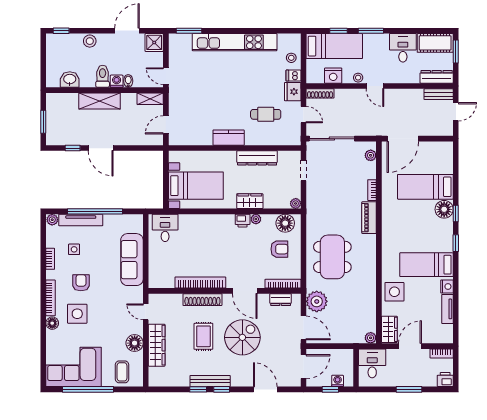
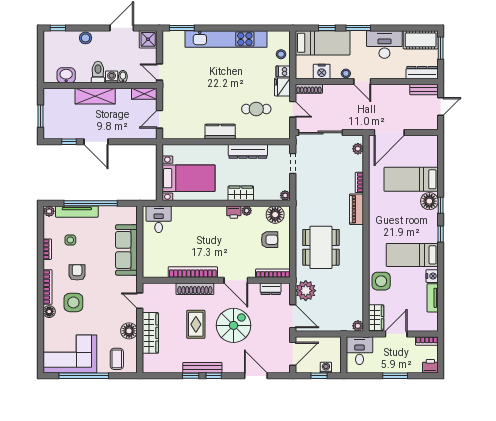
desk: (403, 48) -> (384, 44), width x1.37

